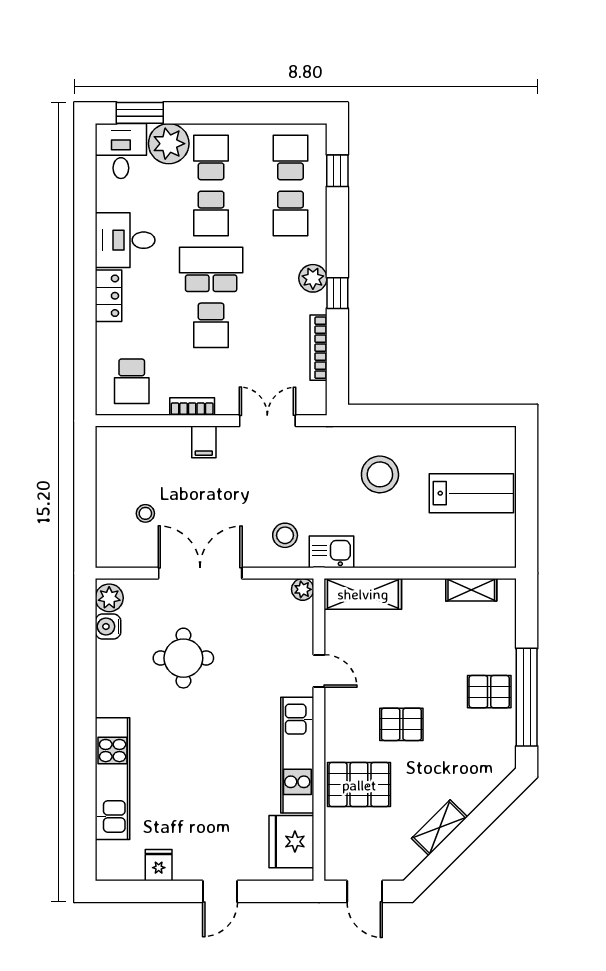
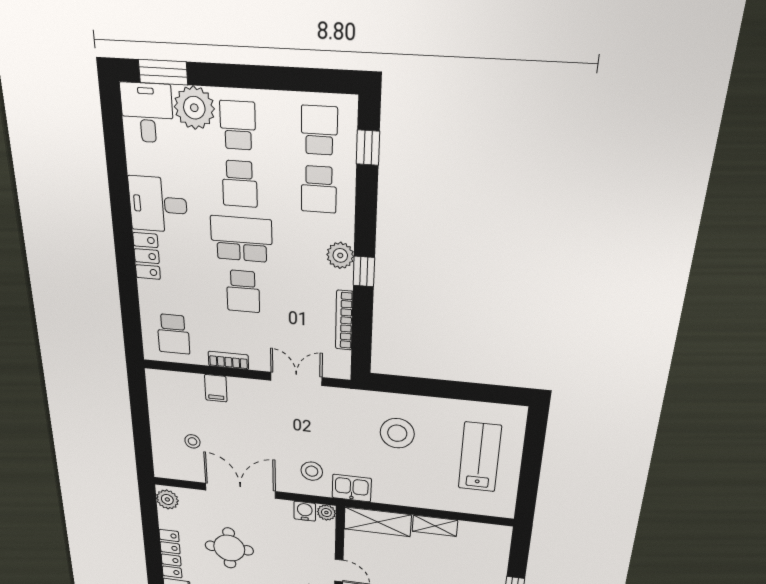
filing cabinet: (204, 442) -> (216, 388), moved
lab bench: (471, 493) -> (480, 457), turned -90
shelving: (471, 590) -> (435, 526), moved
water cooler: (108, 626) -> (305, 511), moved, turned 90
locker: (108, 678) -> (171, 554), added

